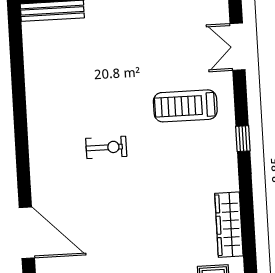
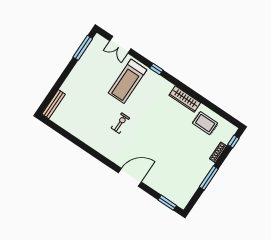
treadmill: (185, 106) -> (128, 81), width x1.37, depth x1.38

